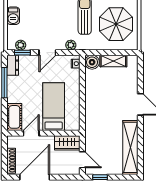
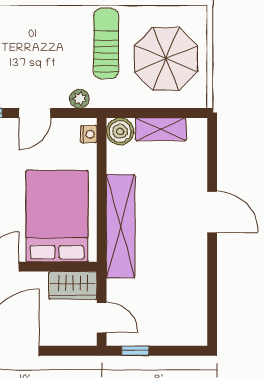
bed: (54, 107) -> (57, 216), width x1.50
shelving: (130, 147) -> (121, 226), moved

